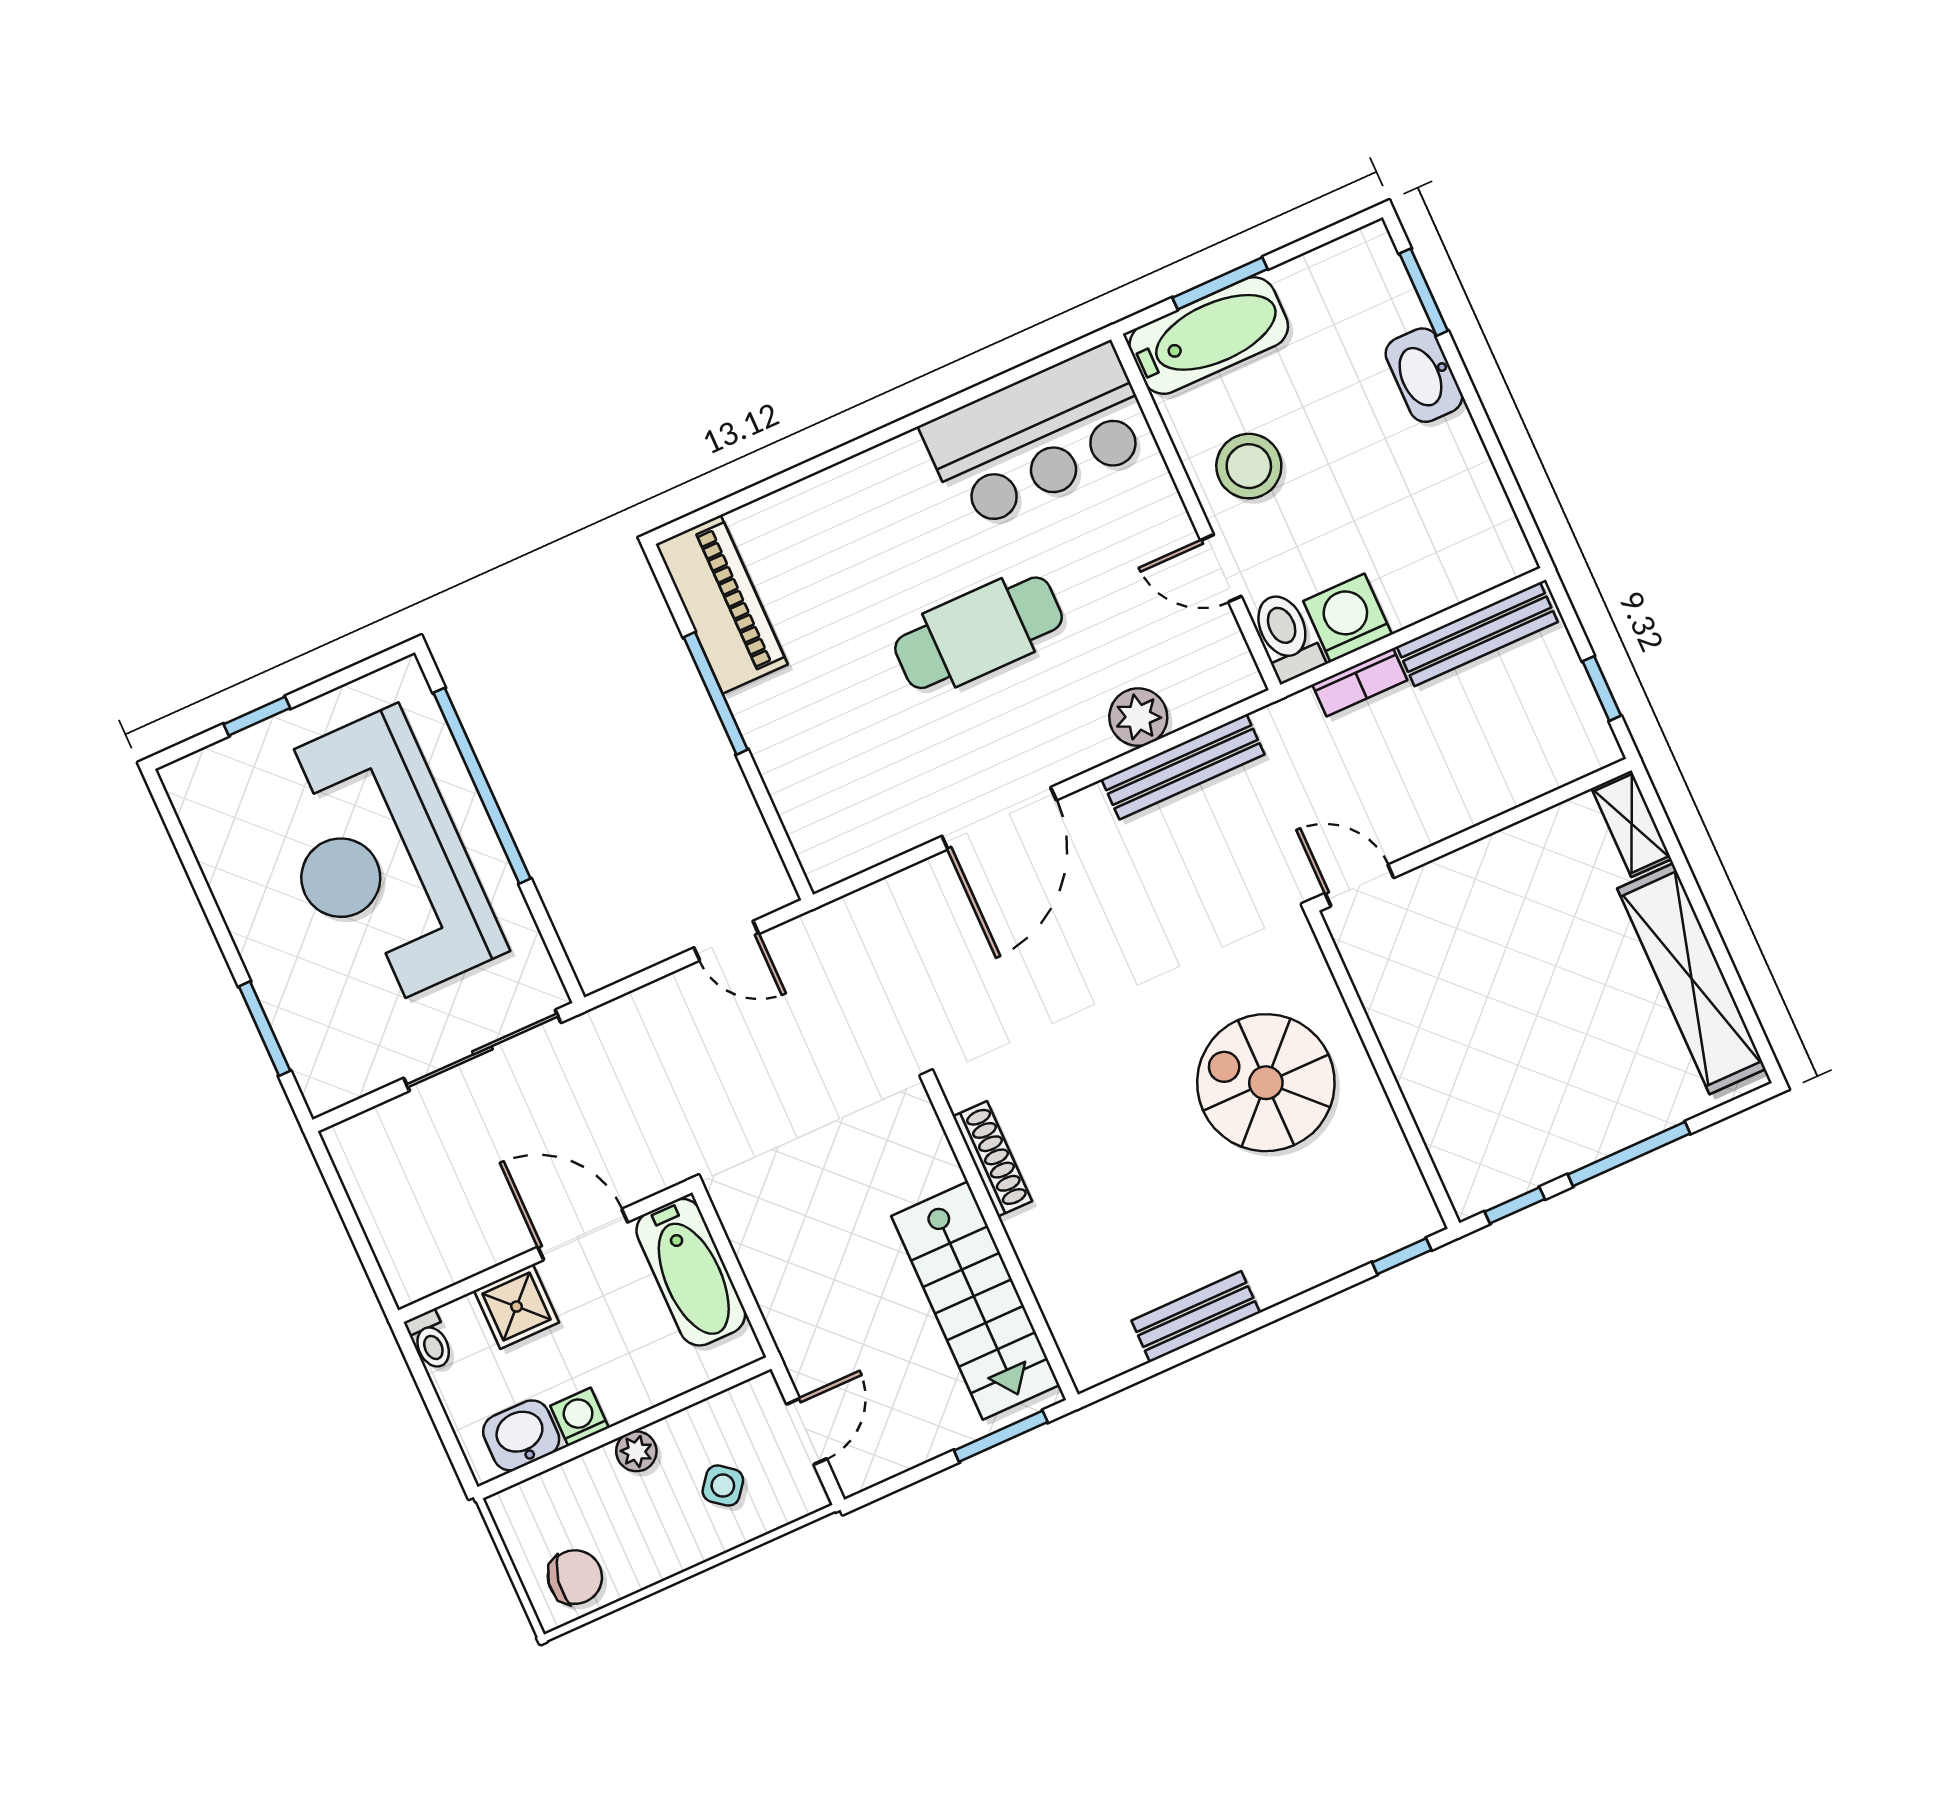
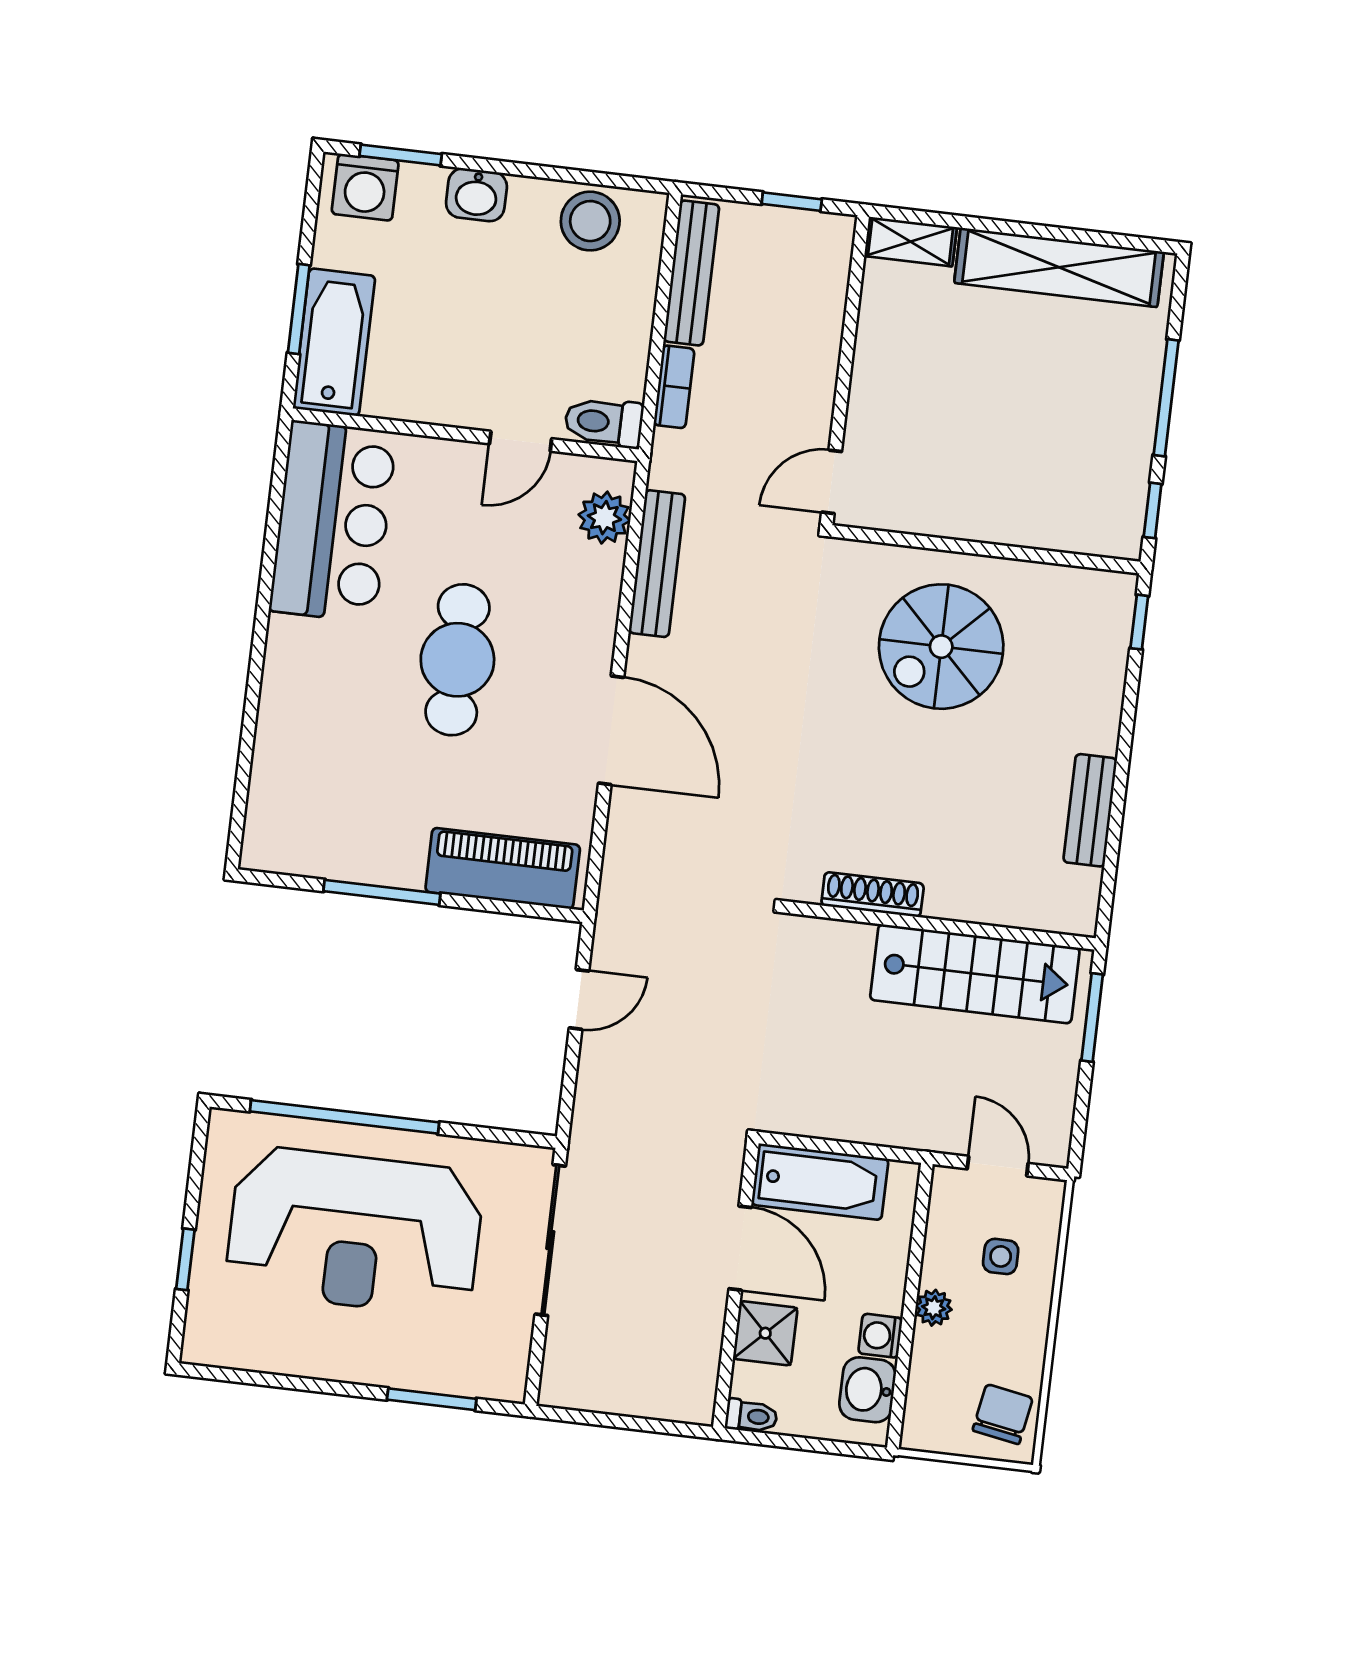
washbasin: (1424, 375) -> (476, 195), width x0.72
stool: (1249, 466) -> (590, 221), moved
piano: (722, 604) -> (503, 868), moved
washing machine: (1348, 618) -> (365, 187), moved, turned -90
plant: (1138, 717) -> (604, 518), moved
door: (583, 1235) -> (740, 1248), swing flipped
side table: (723, 1486) -> (1001, 1256), turned -38

